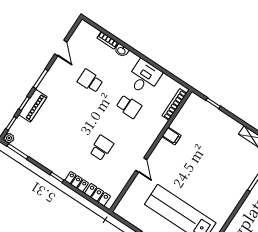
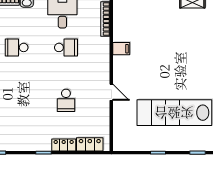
school desk: (102, 148) -> (66, 100), turned 180

